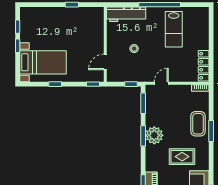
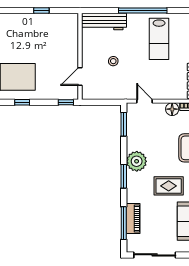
door: (161, 83) -> (145, 101), hinge flipped
window: (131, 84) -> (110, 102), removed
floor lamp: (185, 90) -> (172, 109), added
window: (143, 136) -> (124, 176), moved

